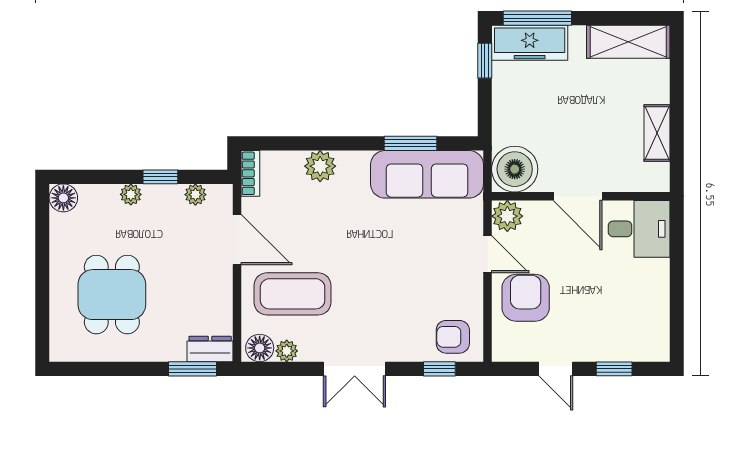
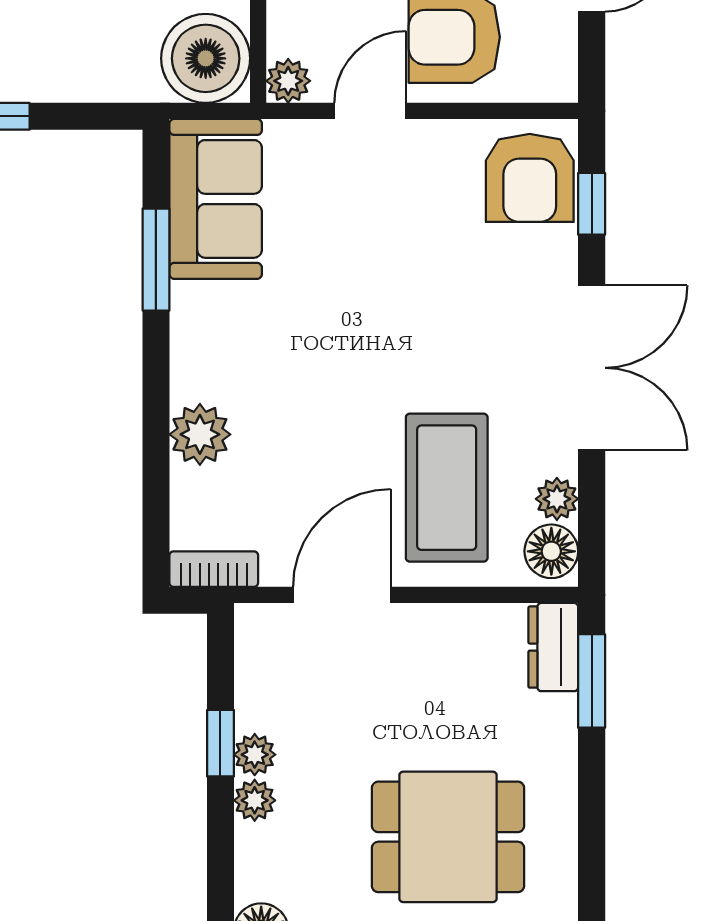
sofa: (427, 174) -> (216, 199), width x0.73
plant: (195, 195) -> (255, 755), moved
plant: (507, 216) -> (288, 81), width x0.73, depth x0.73
armchair: (453, 337) -> (530, 178), width x1.38, depth x1.38
double door: (355, 369) -> (592, 368), width x1.37

